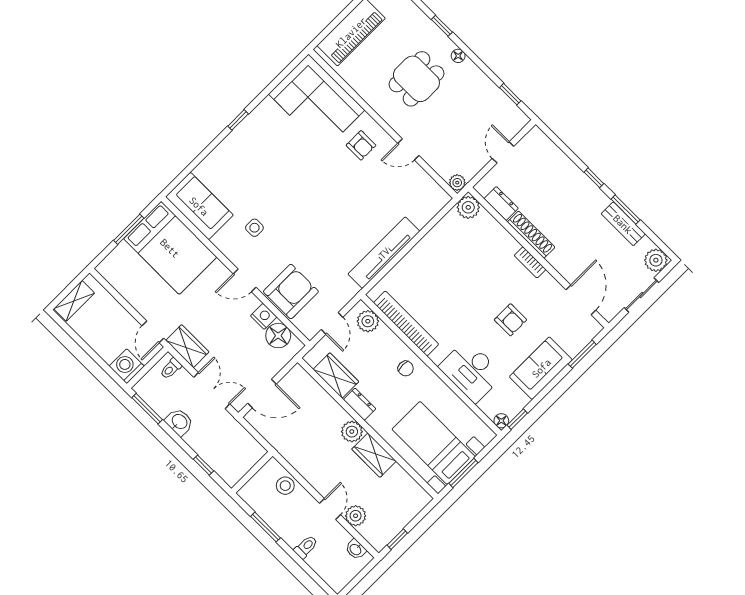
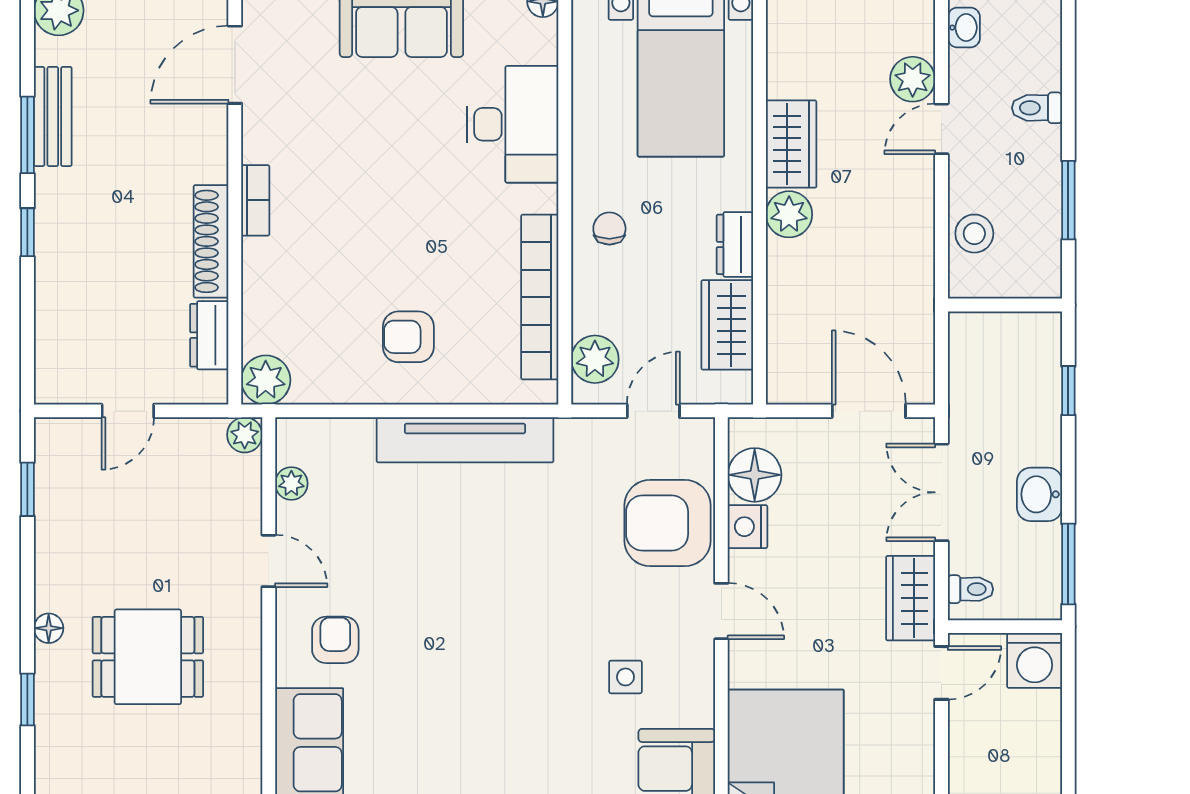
plant: (426, 182) -> (291, 483), added
armchair: (510, 320) -> (408, 337), moved, turned -90

